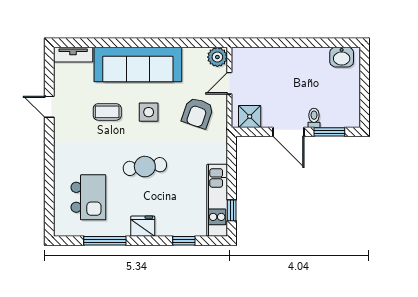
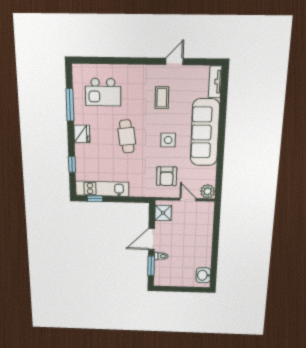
coffee table: (107, 112) -> (162, 98), moved
armchair: (198, 113) -> (167, 176), turned -109

